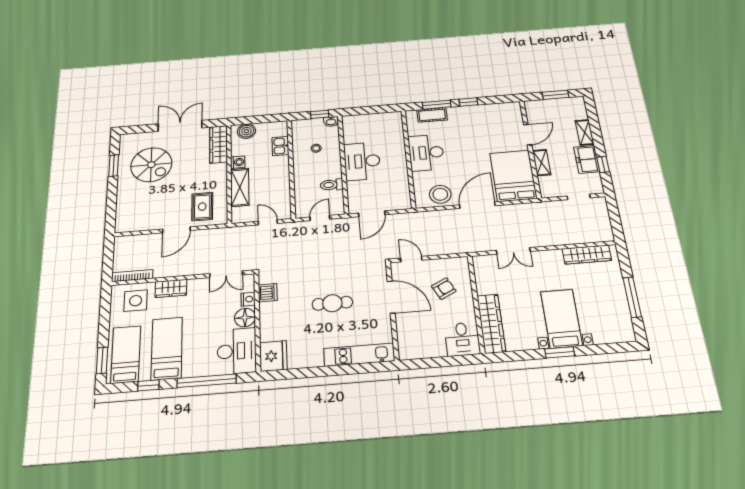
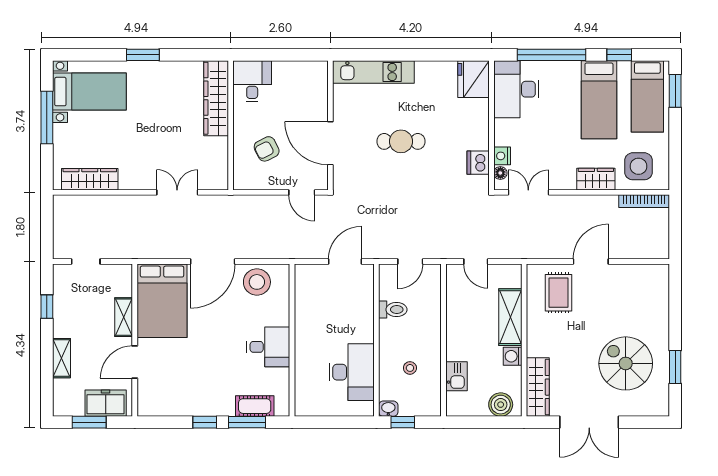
desk: (426, 153) -> (268, 347), width x0.73
freezer: (587, 159) -> (106, 403), moved, turned -90
desk: (362, 161) -> (352, 372), moved
floor lamp: (245, 318) -> (500, 173), moved, width x0.53, depth x0.53
bed with nightstands: (561, 319) -> (89, 92), moved, turned -90

